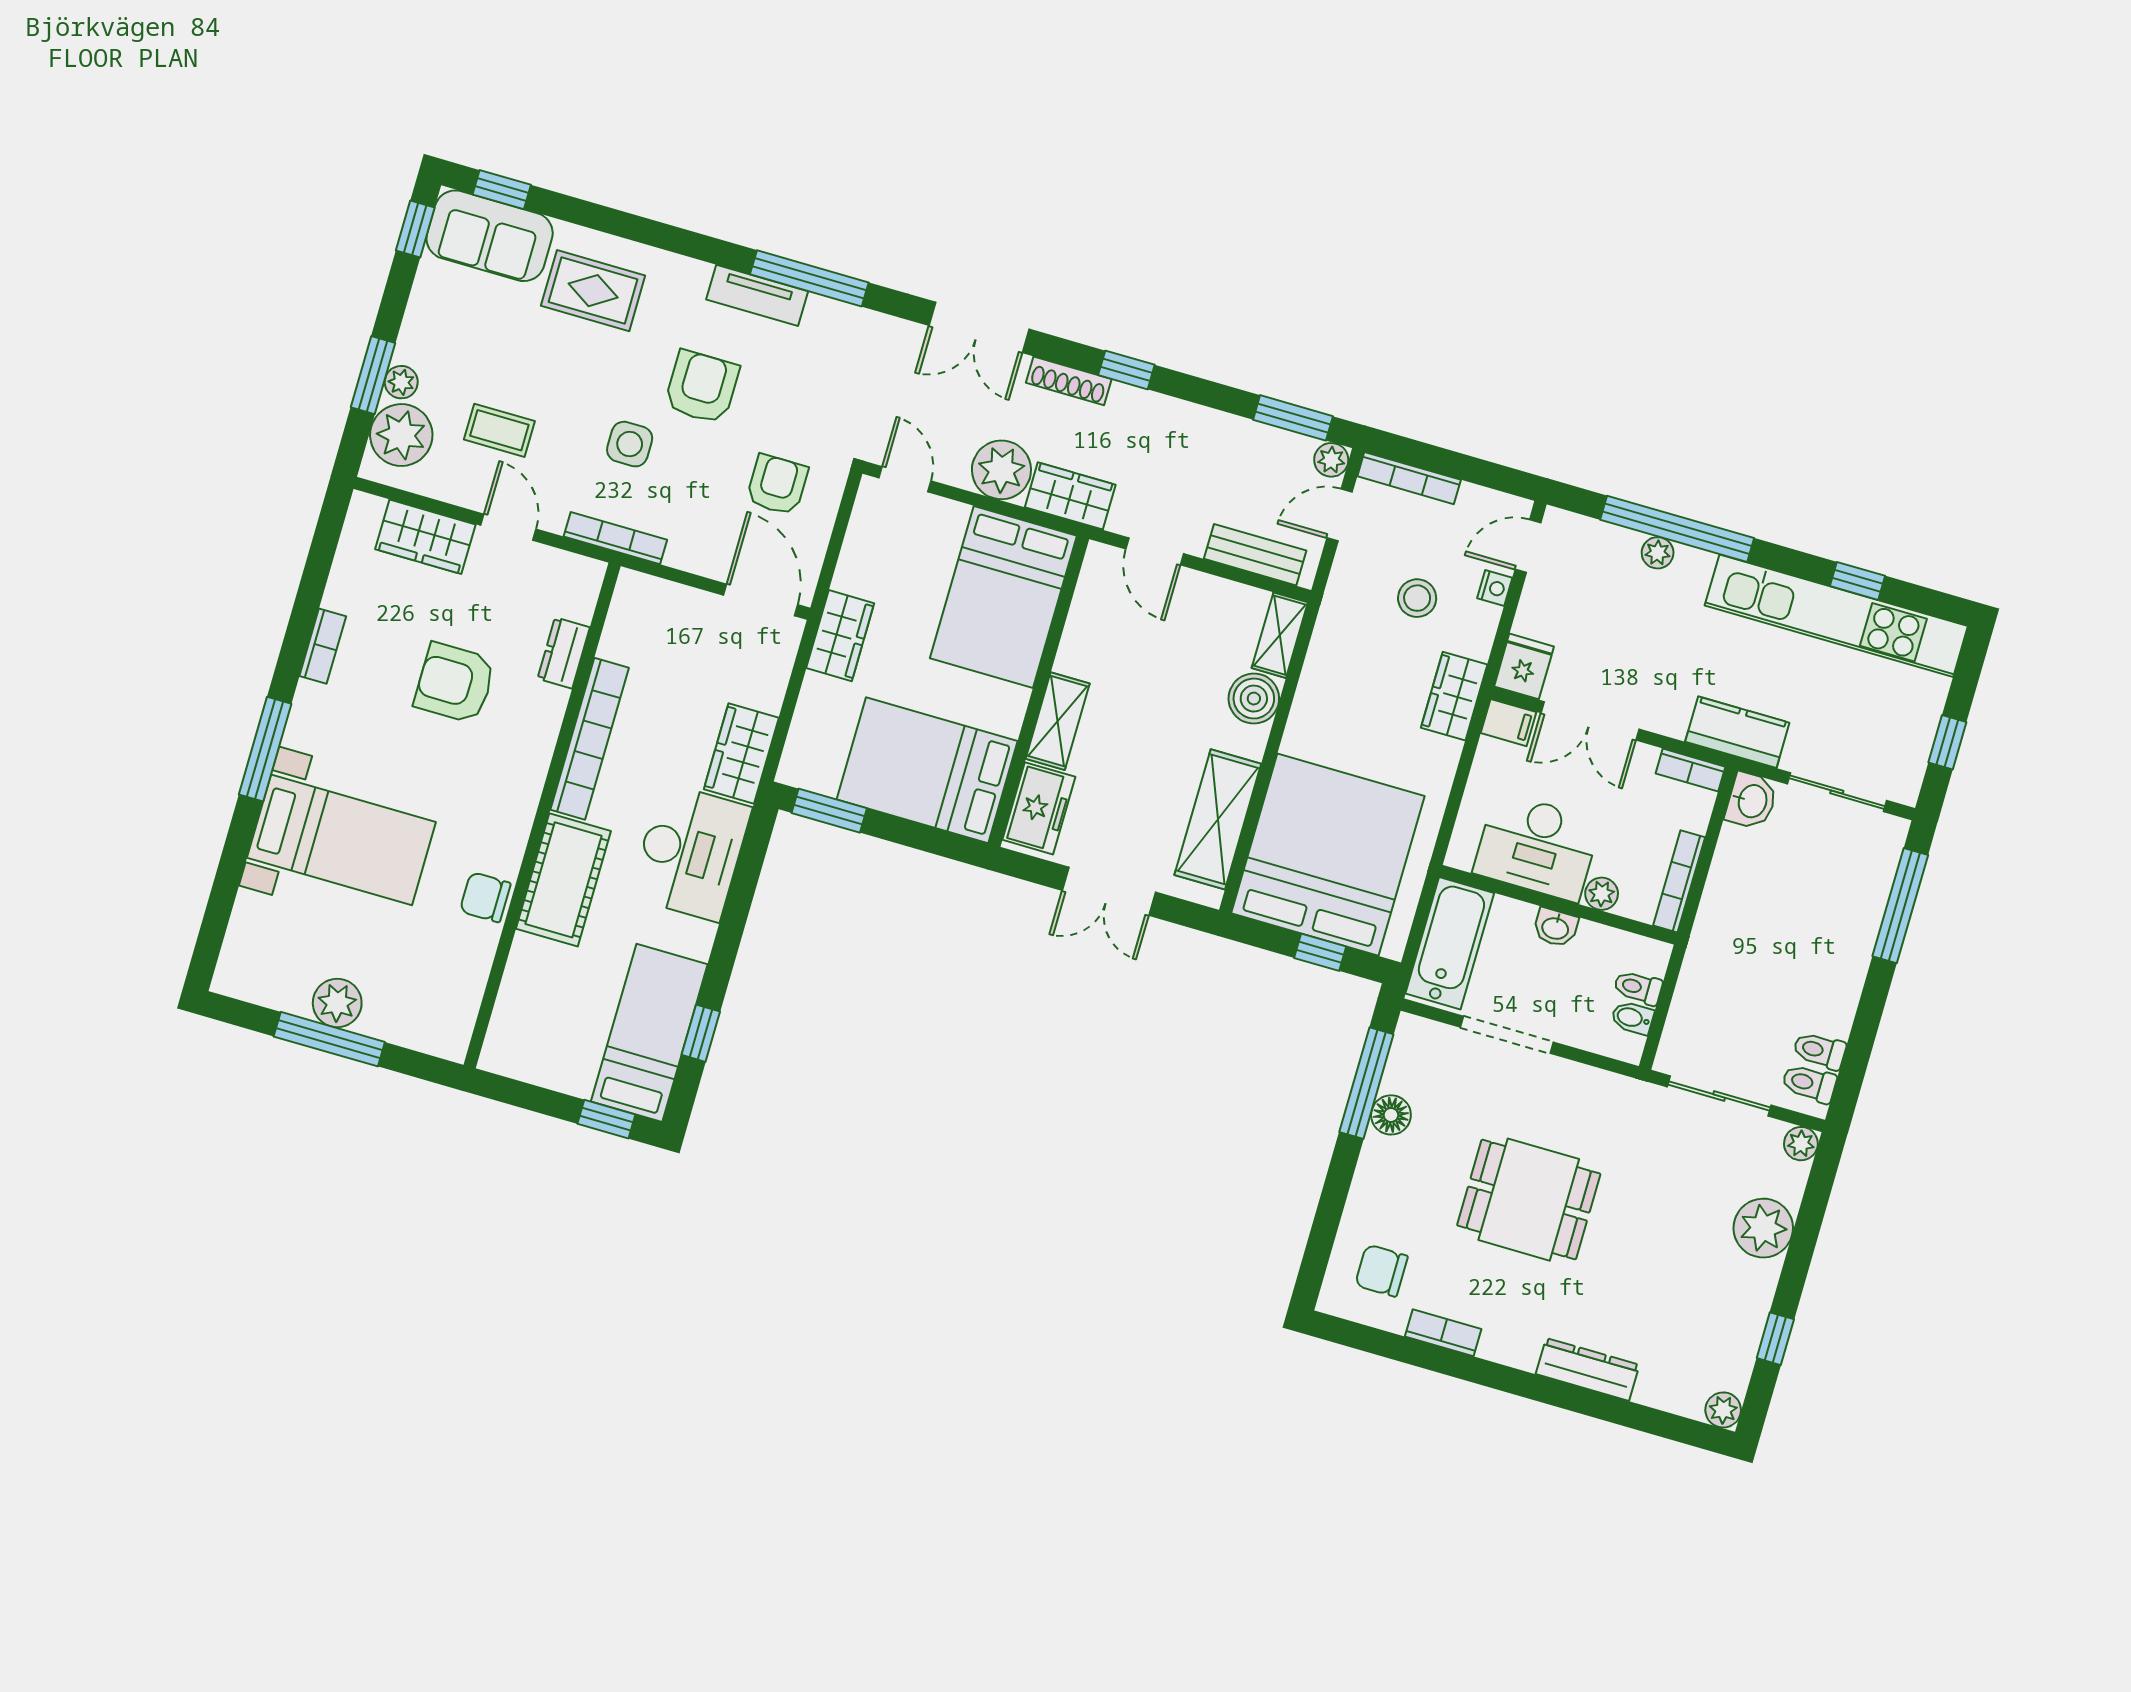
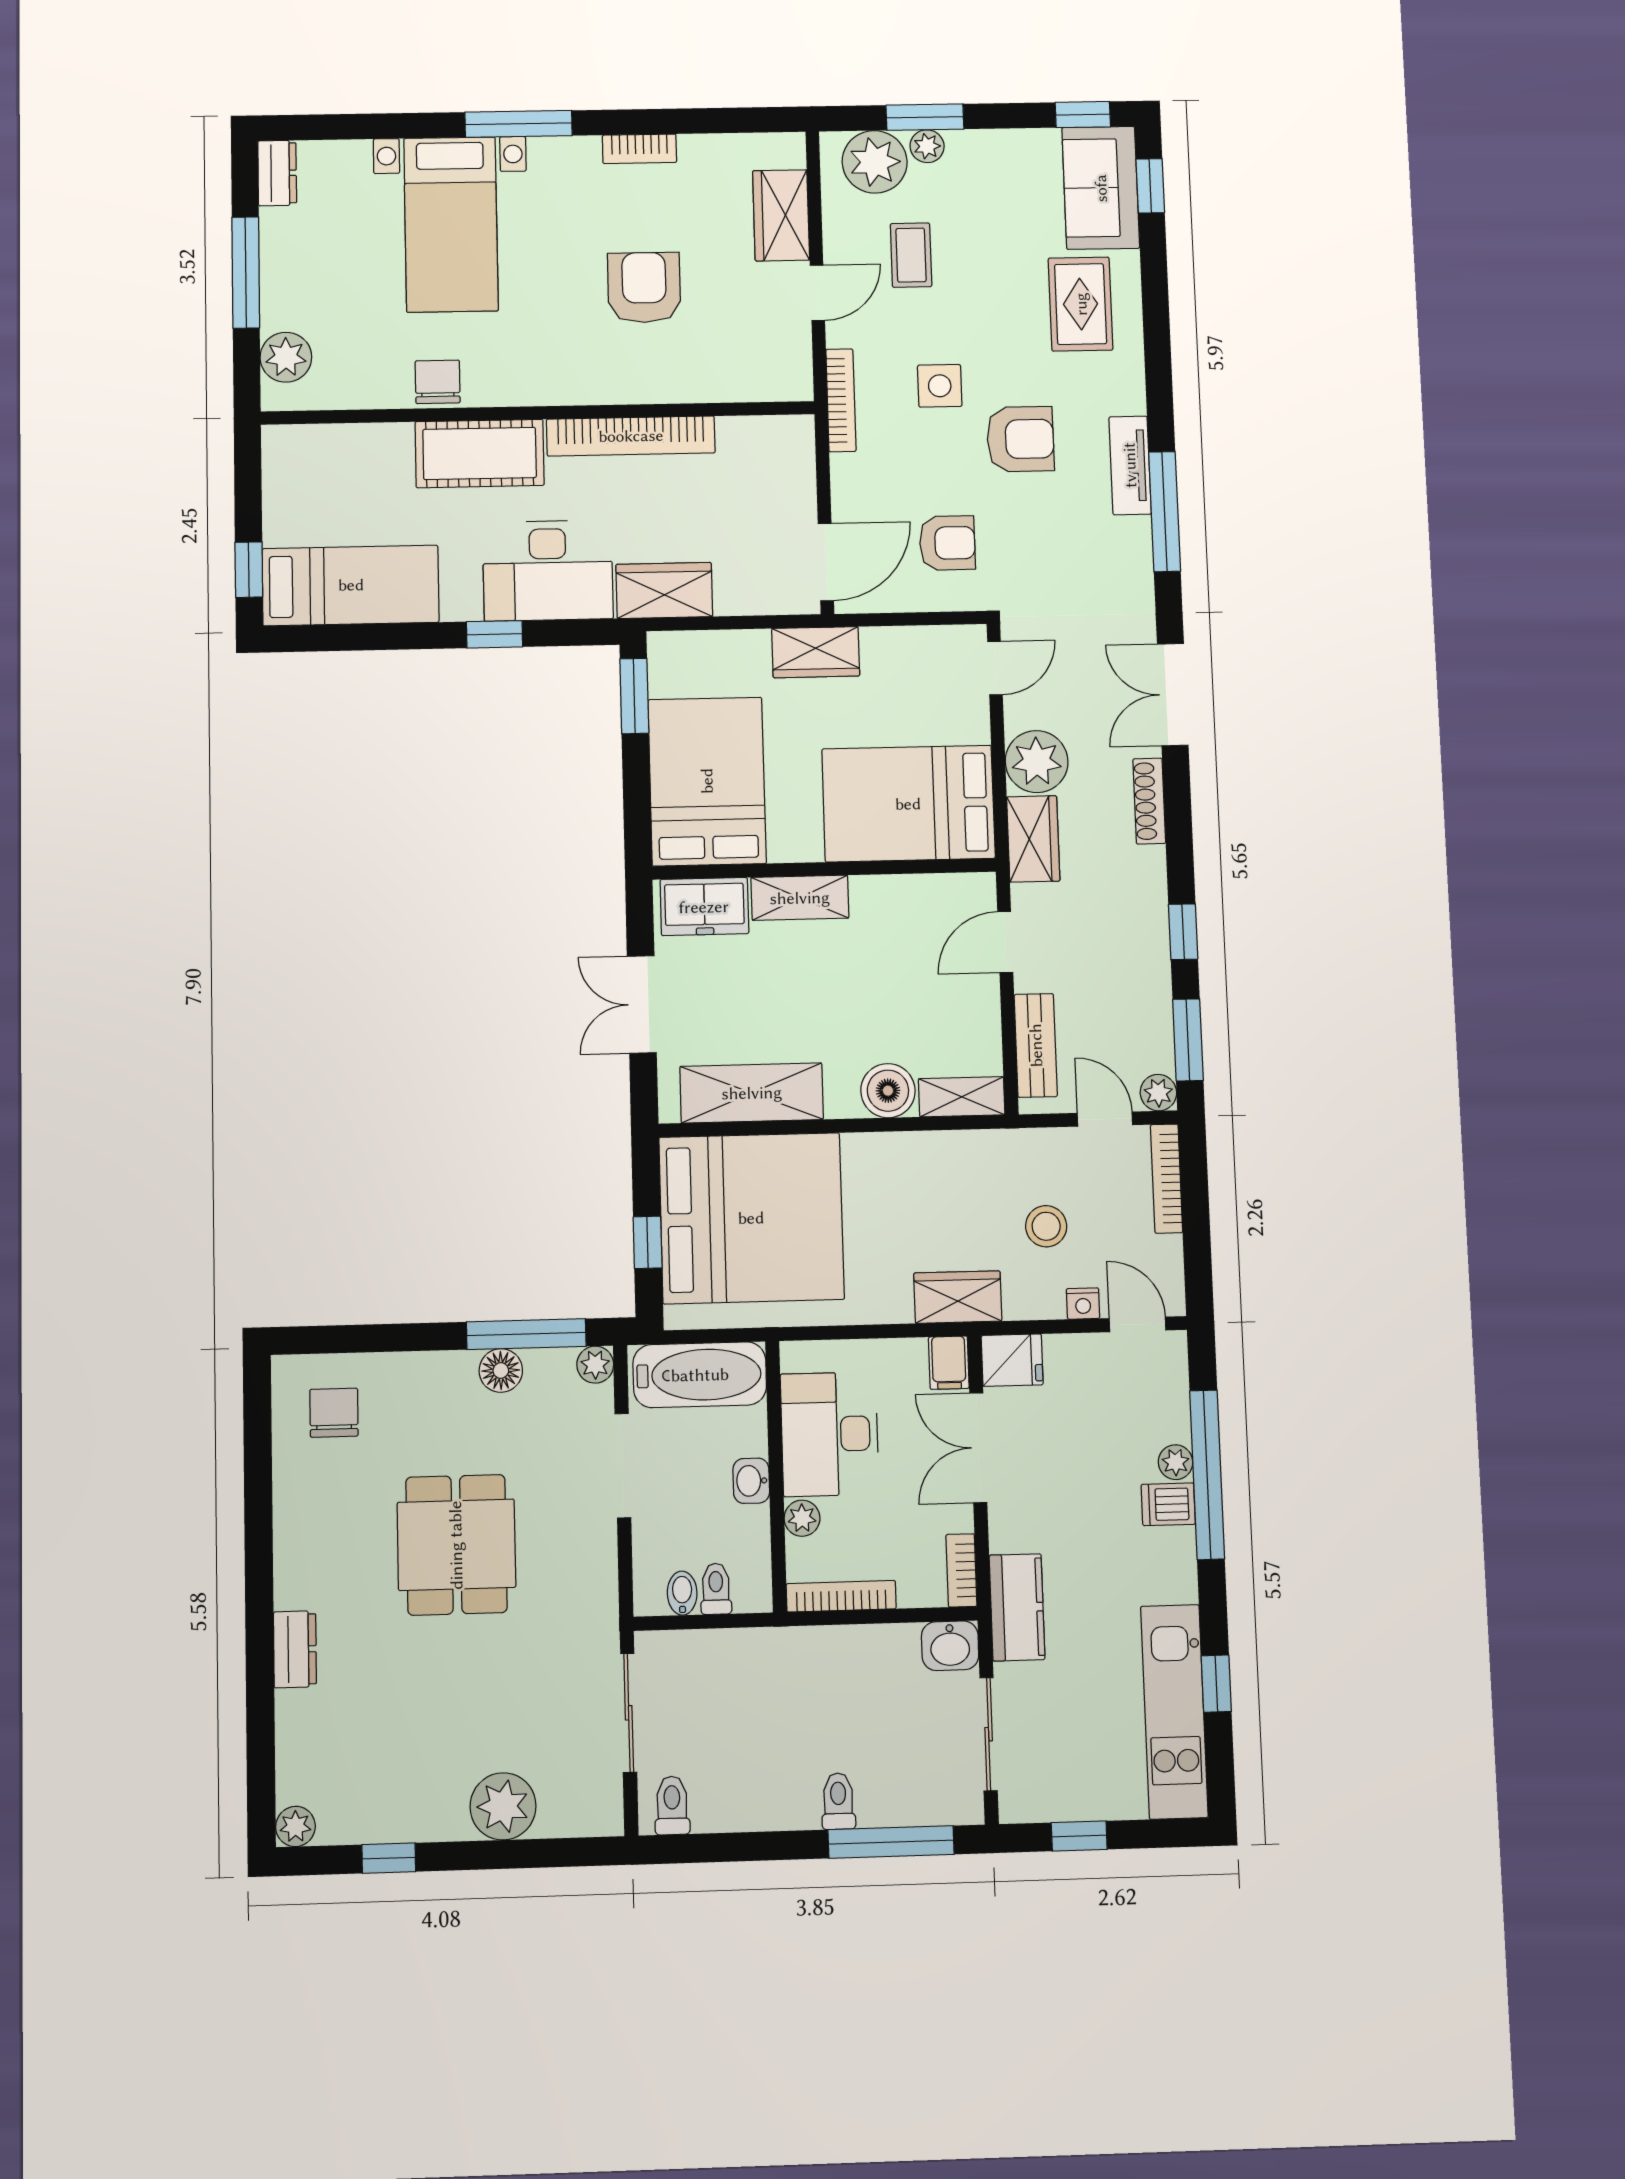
window: (1126, 370) -> (1183, 932), moved
dishwasher: (1692, 571) -> (1168, 1504), added
kitchen unit: (1836, 616) -> (1174, 1712), width x0.73
dresser: (564, 653) -> (277, 173), moved, turned 90
plant: (337, 1003) -> (286, 357), moved
window: (701, 1033) -> (495, 634), moved
toilet: (1819, 1051) -> (838, 1801), moved
plant: (1801, 1144) -> (595, 1365), moved
bookcase: (1443, 1333) -> (288, 1499), removed
dresser: (1588, 1369) -> (295, 1649), width x0.70

